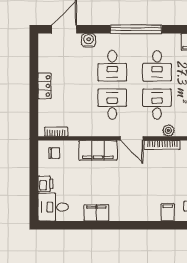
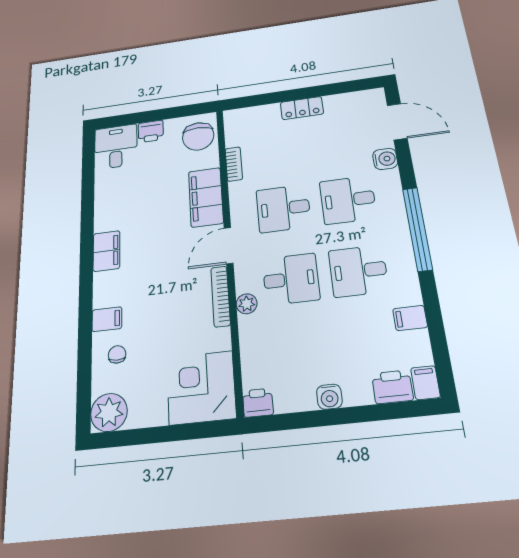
desk: (112, 104) -> (283, 208), turned 180
bookcase: (56, 132) -> (234, 164), moved
chair: (54, 153) -> (198, 136), width x1.87, depth x1.87
filing cabinet: (96, 213) -> (106, 251), moved

